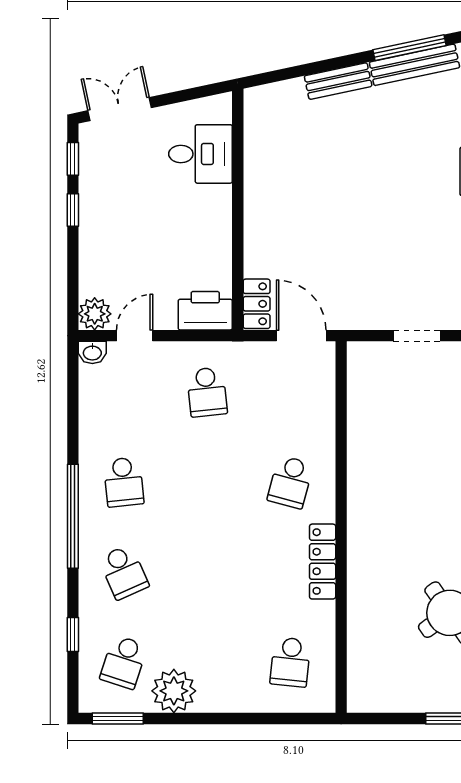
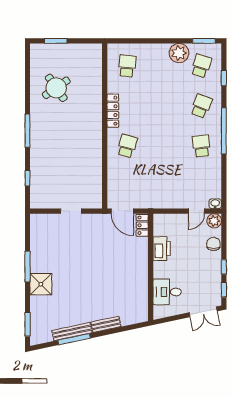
chair: (96, 262) -> (213, 244), added
printer: (205, 311) -> (162, 249), moved, turned -90
school desk: (207, 392) -> (164, 186), removed
school desk: (124, 572) -> (201, 106), turned 45

